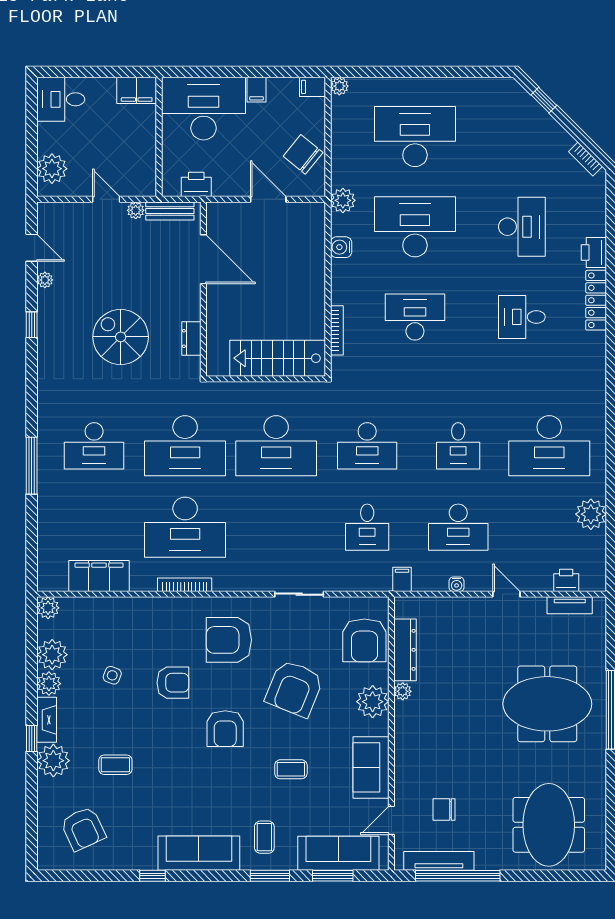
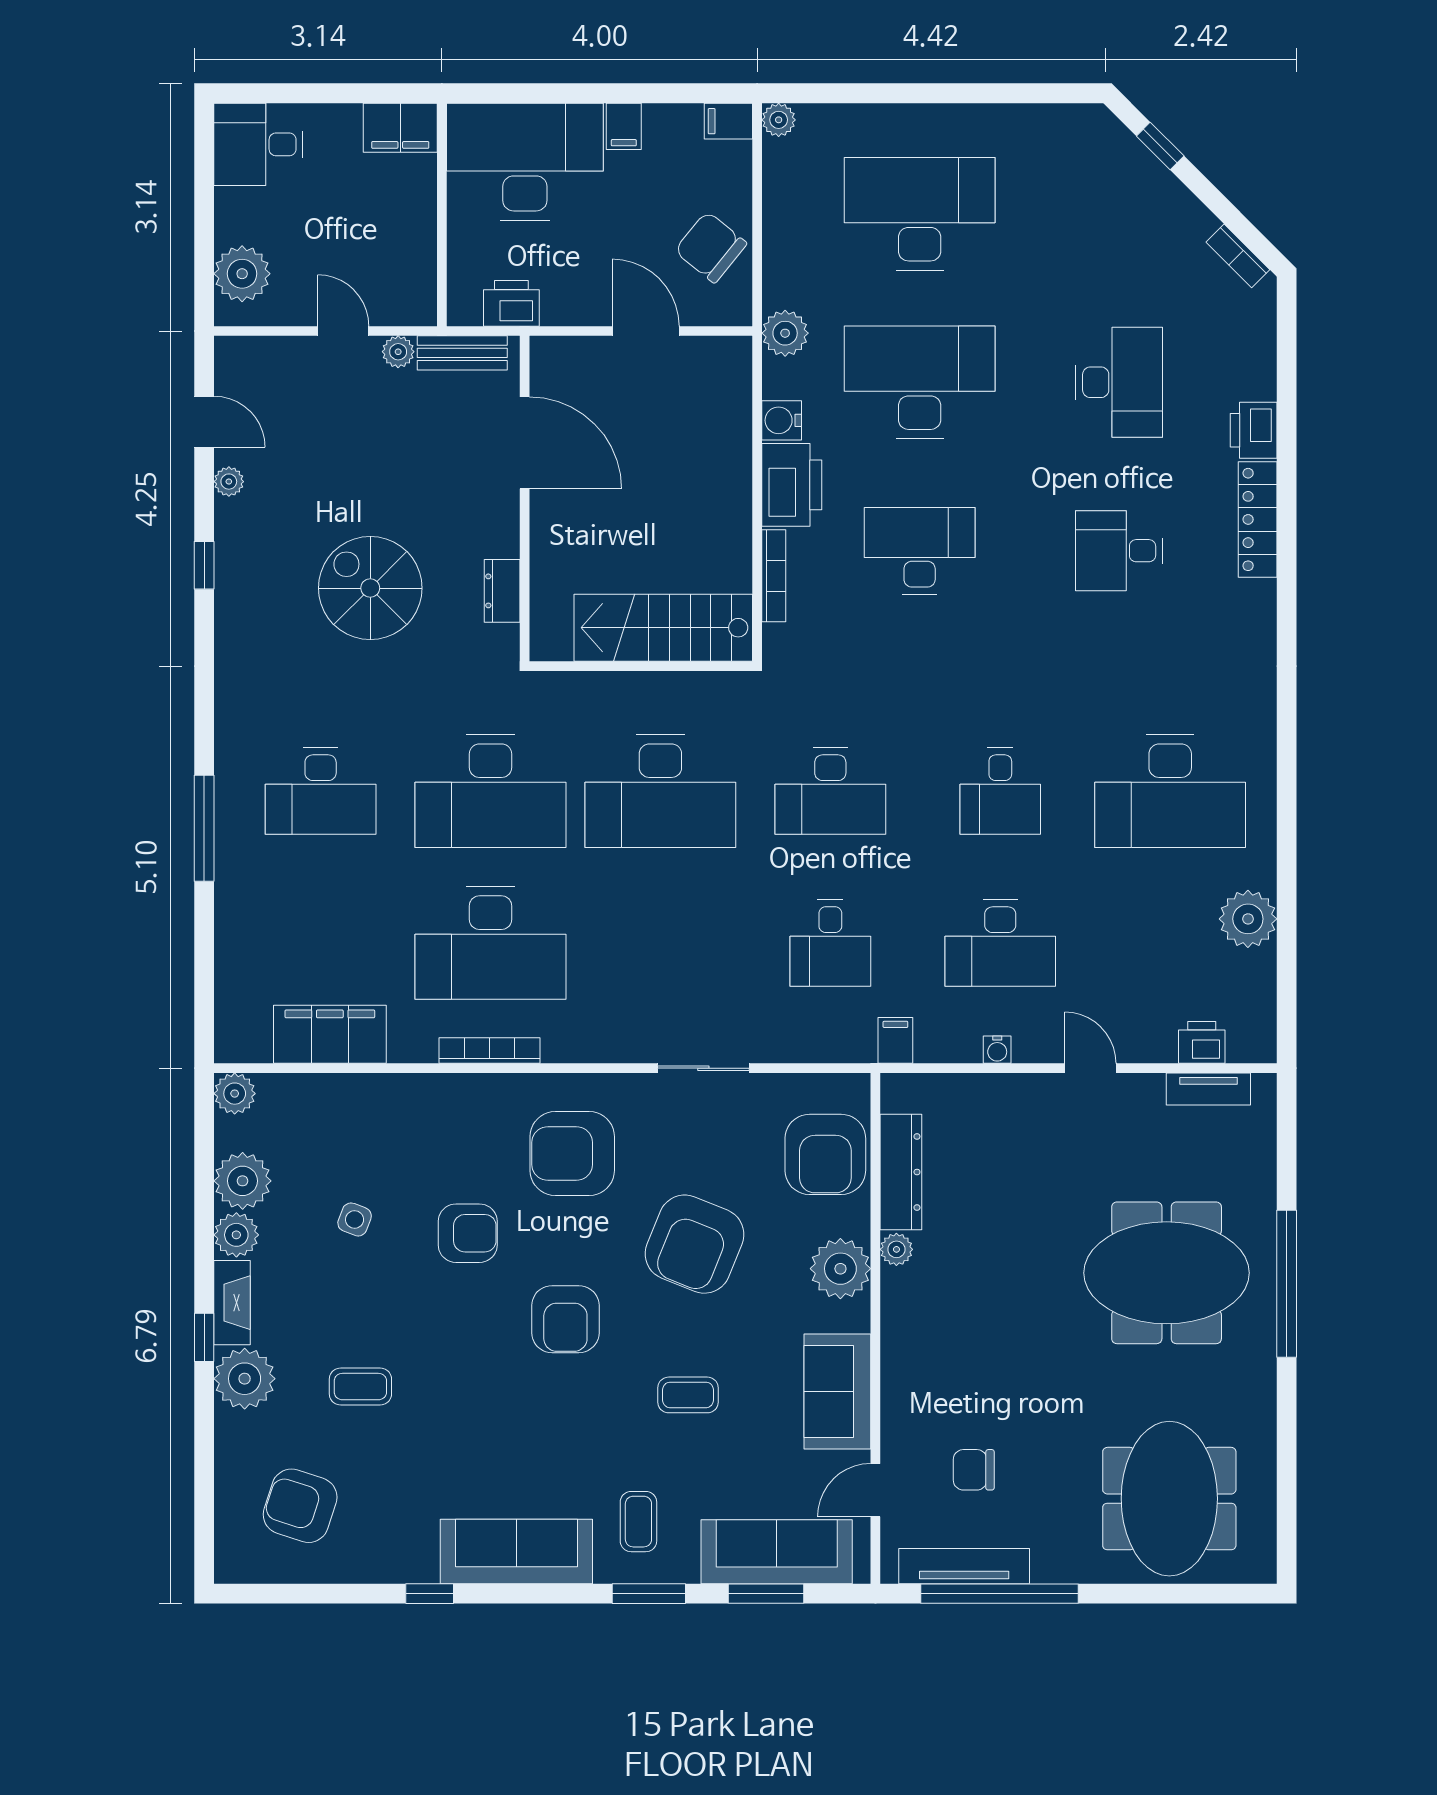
printer: (347, 282) -> (792, 485), added
armchair: (83, 829) -> (300, 1506), turned 133

